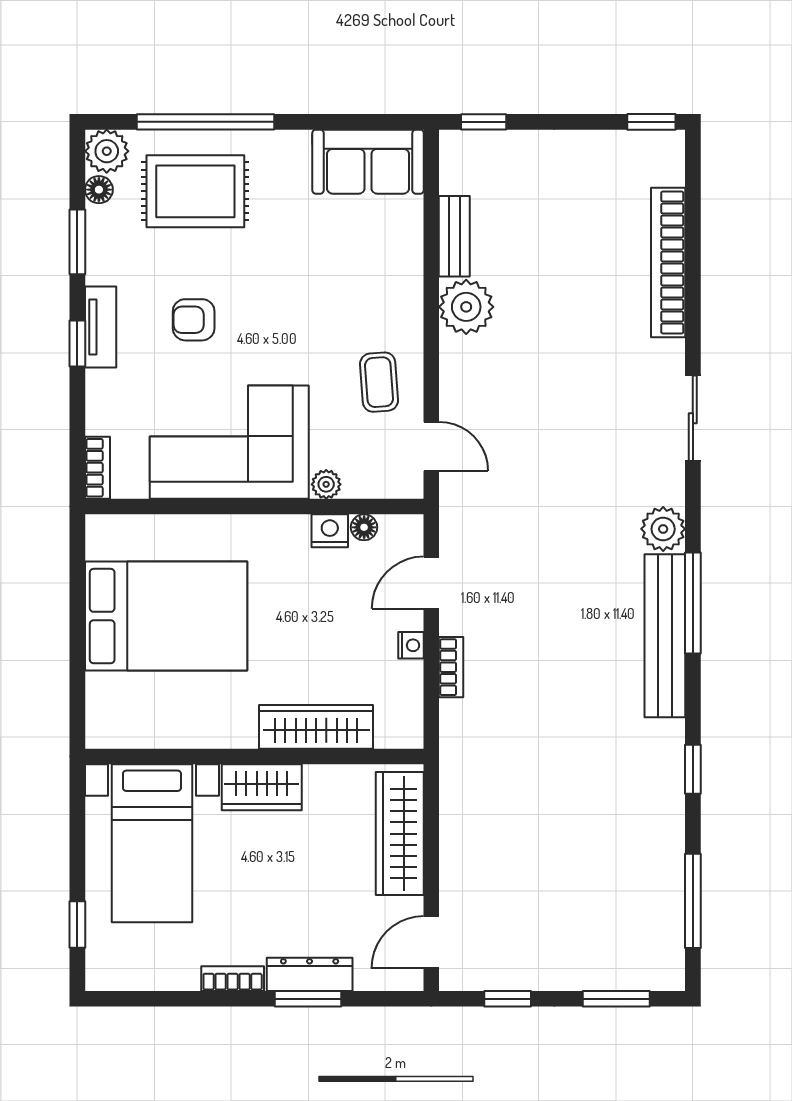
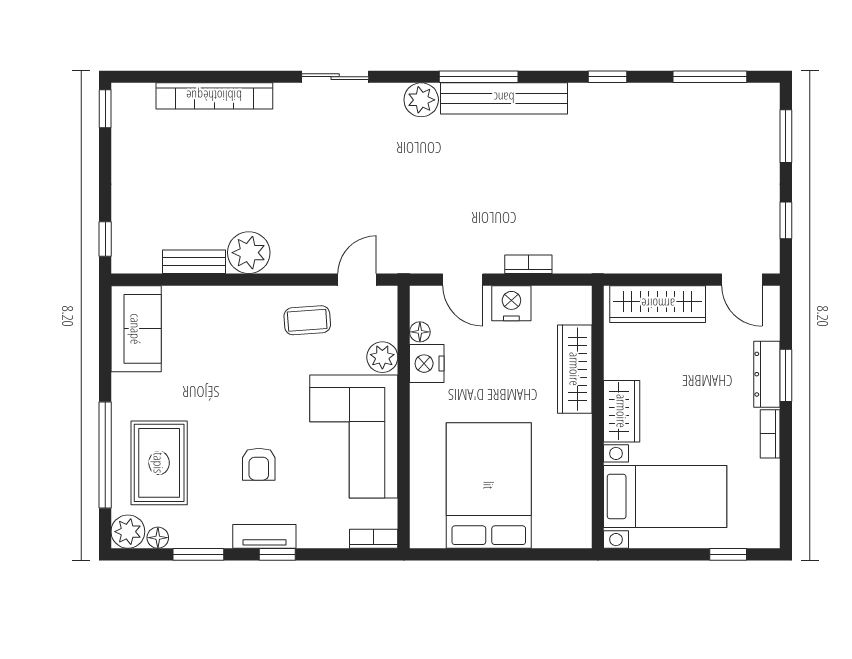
plant: (326, 484) -> (382, 357), width x1.38, depth x1.38
nightstand: (330, 531) -> (427, 364), width x1.36, depth x1.33
nightstand: (411, 645) -> (511, 303), width x1.89, depth x1.79

